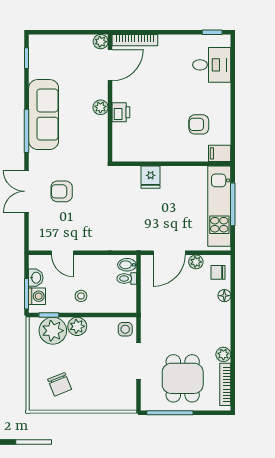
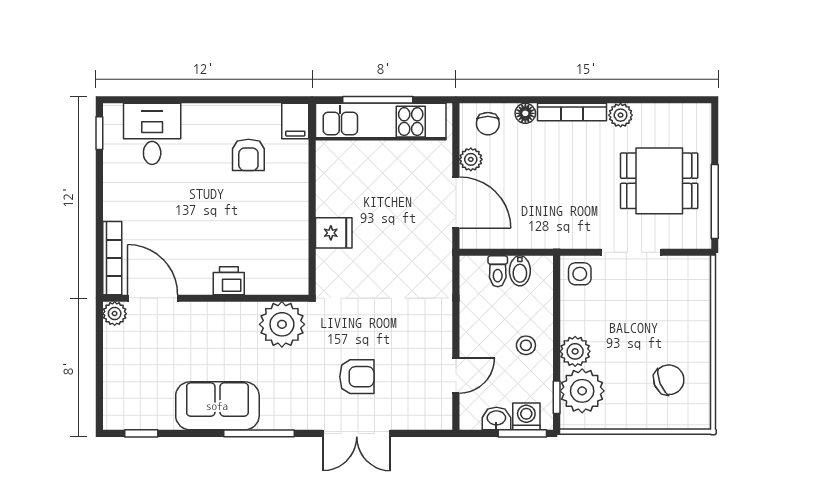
plant: (100, 107) -> (282, 324), moved, width x1.88, depth x1.88
sofa: (44, 115) -> (217, 406), width x0.73
armchair: (62, 191) -> (357, 377), turned -90
bidet: (127, 265) -> (520, 271), moved
bookcase: (225, 384) -> (572, 112), moved

